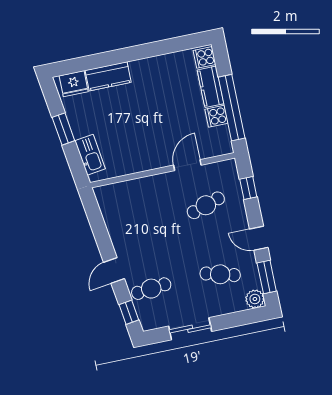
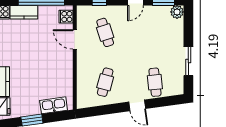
cooker: (216, 116) -> (66, 17), moved, turned 90
cafe table: (220, 274) -> (105, 82), moved
window: (129, 312) -> (168, 101), removed

